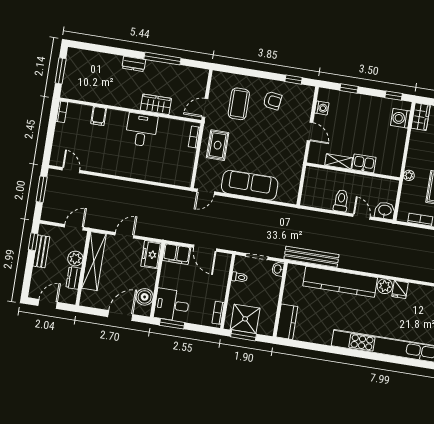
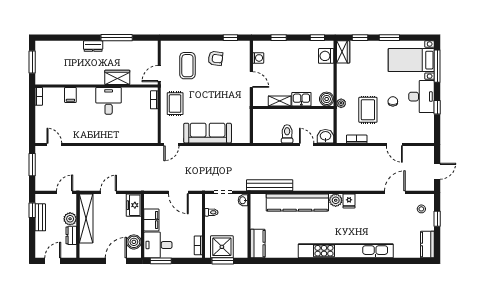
boiler: (393, 168) -> (327, 99), added
filing cabinet: (177, 254) -> (151, 220), moved, turned -90

